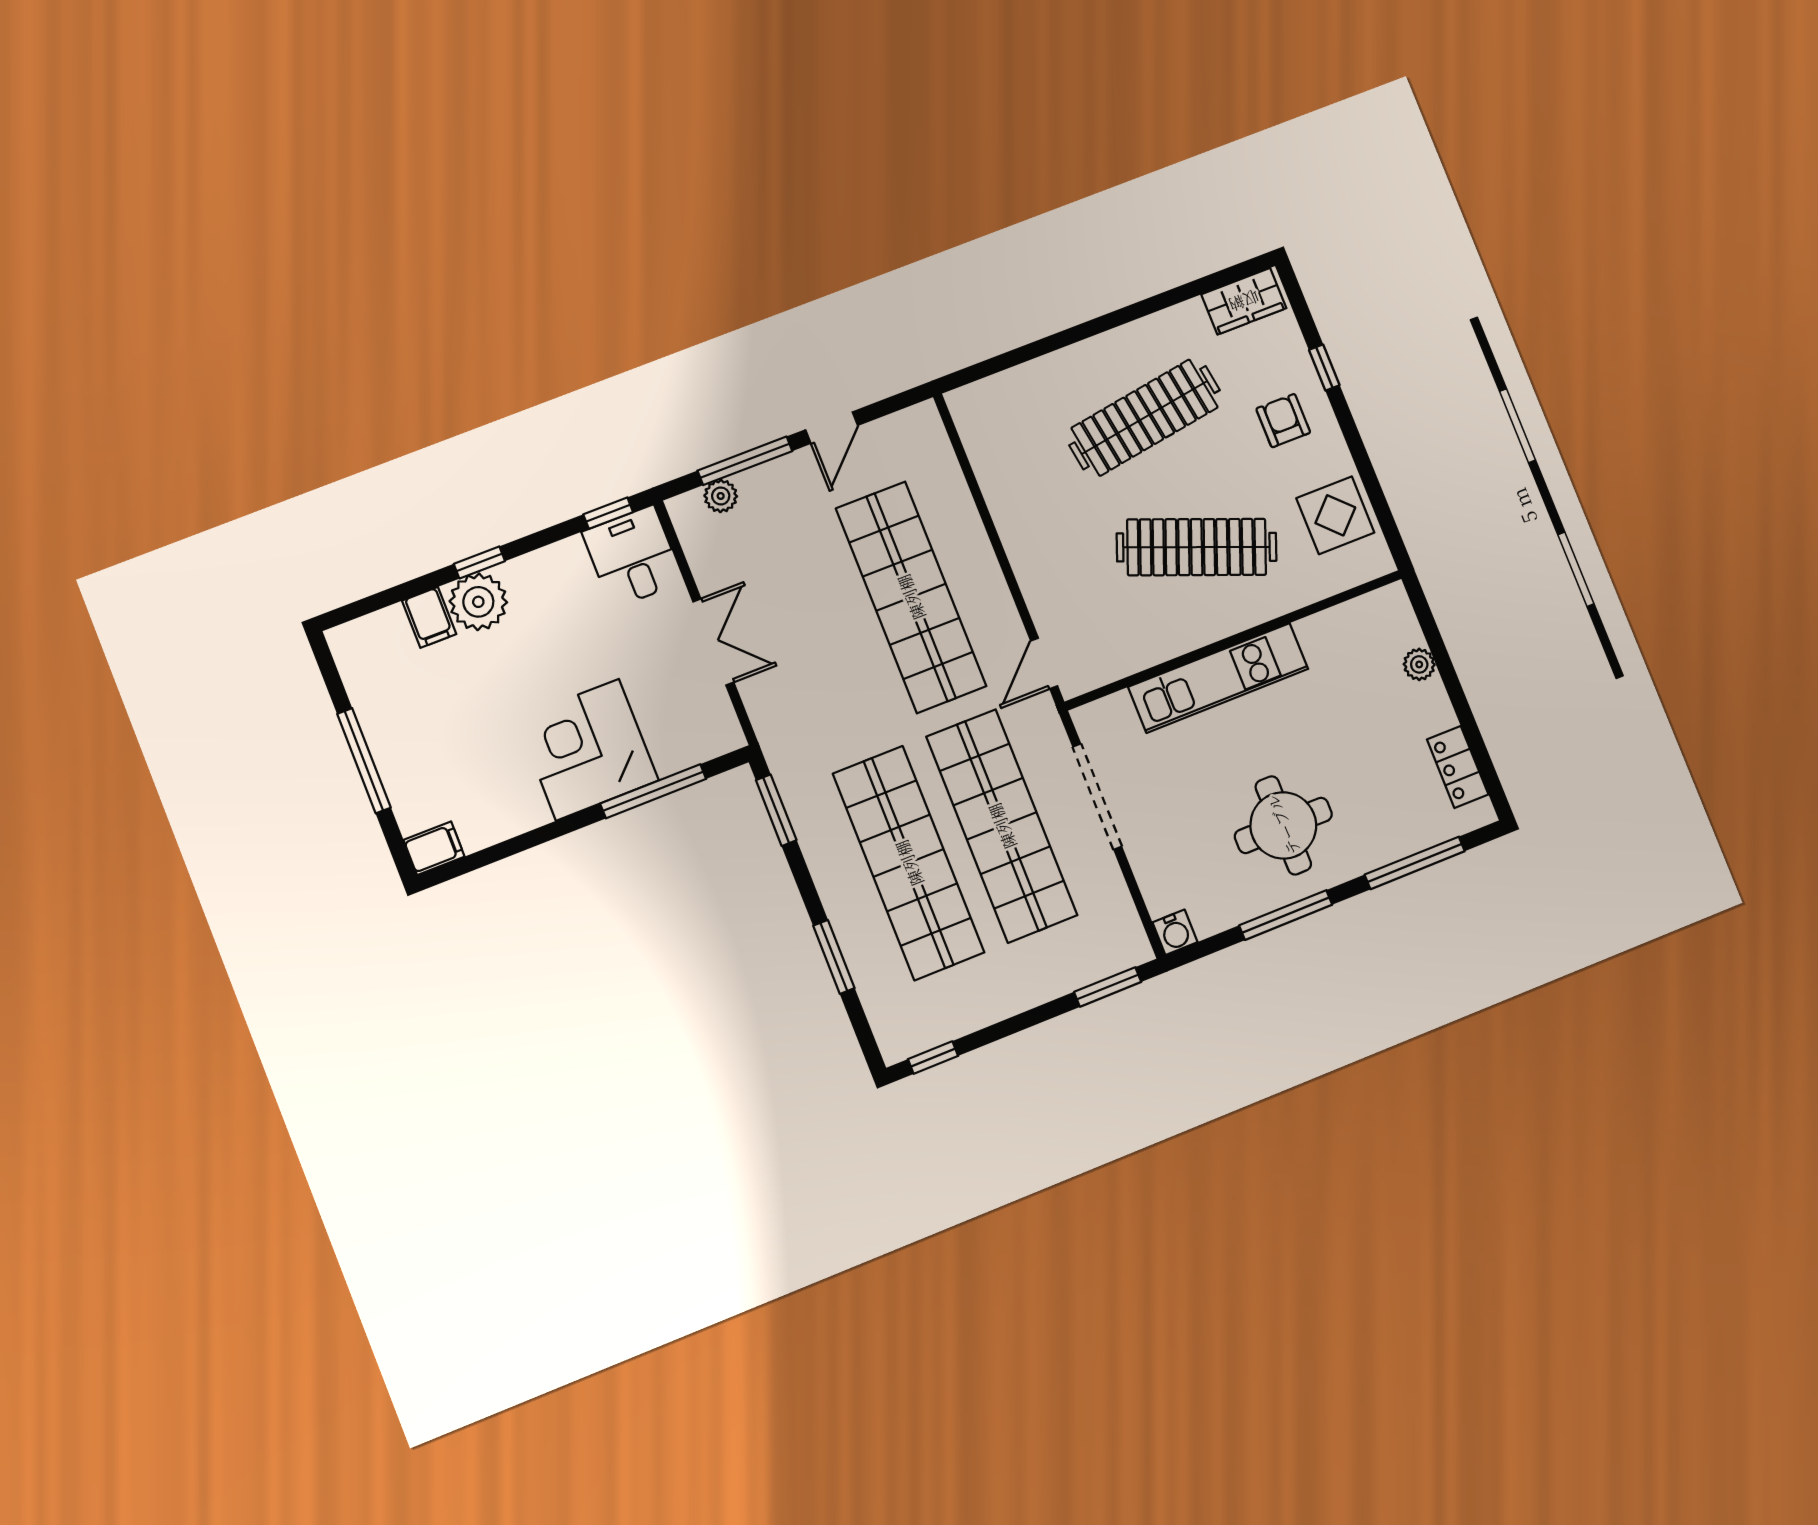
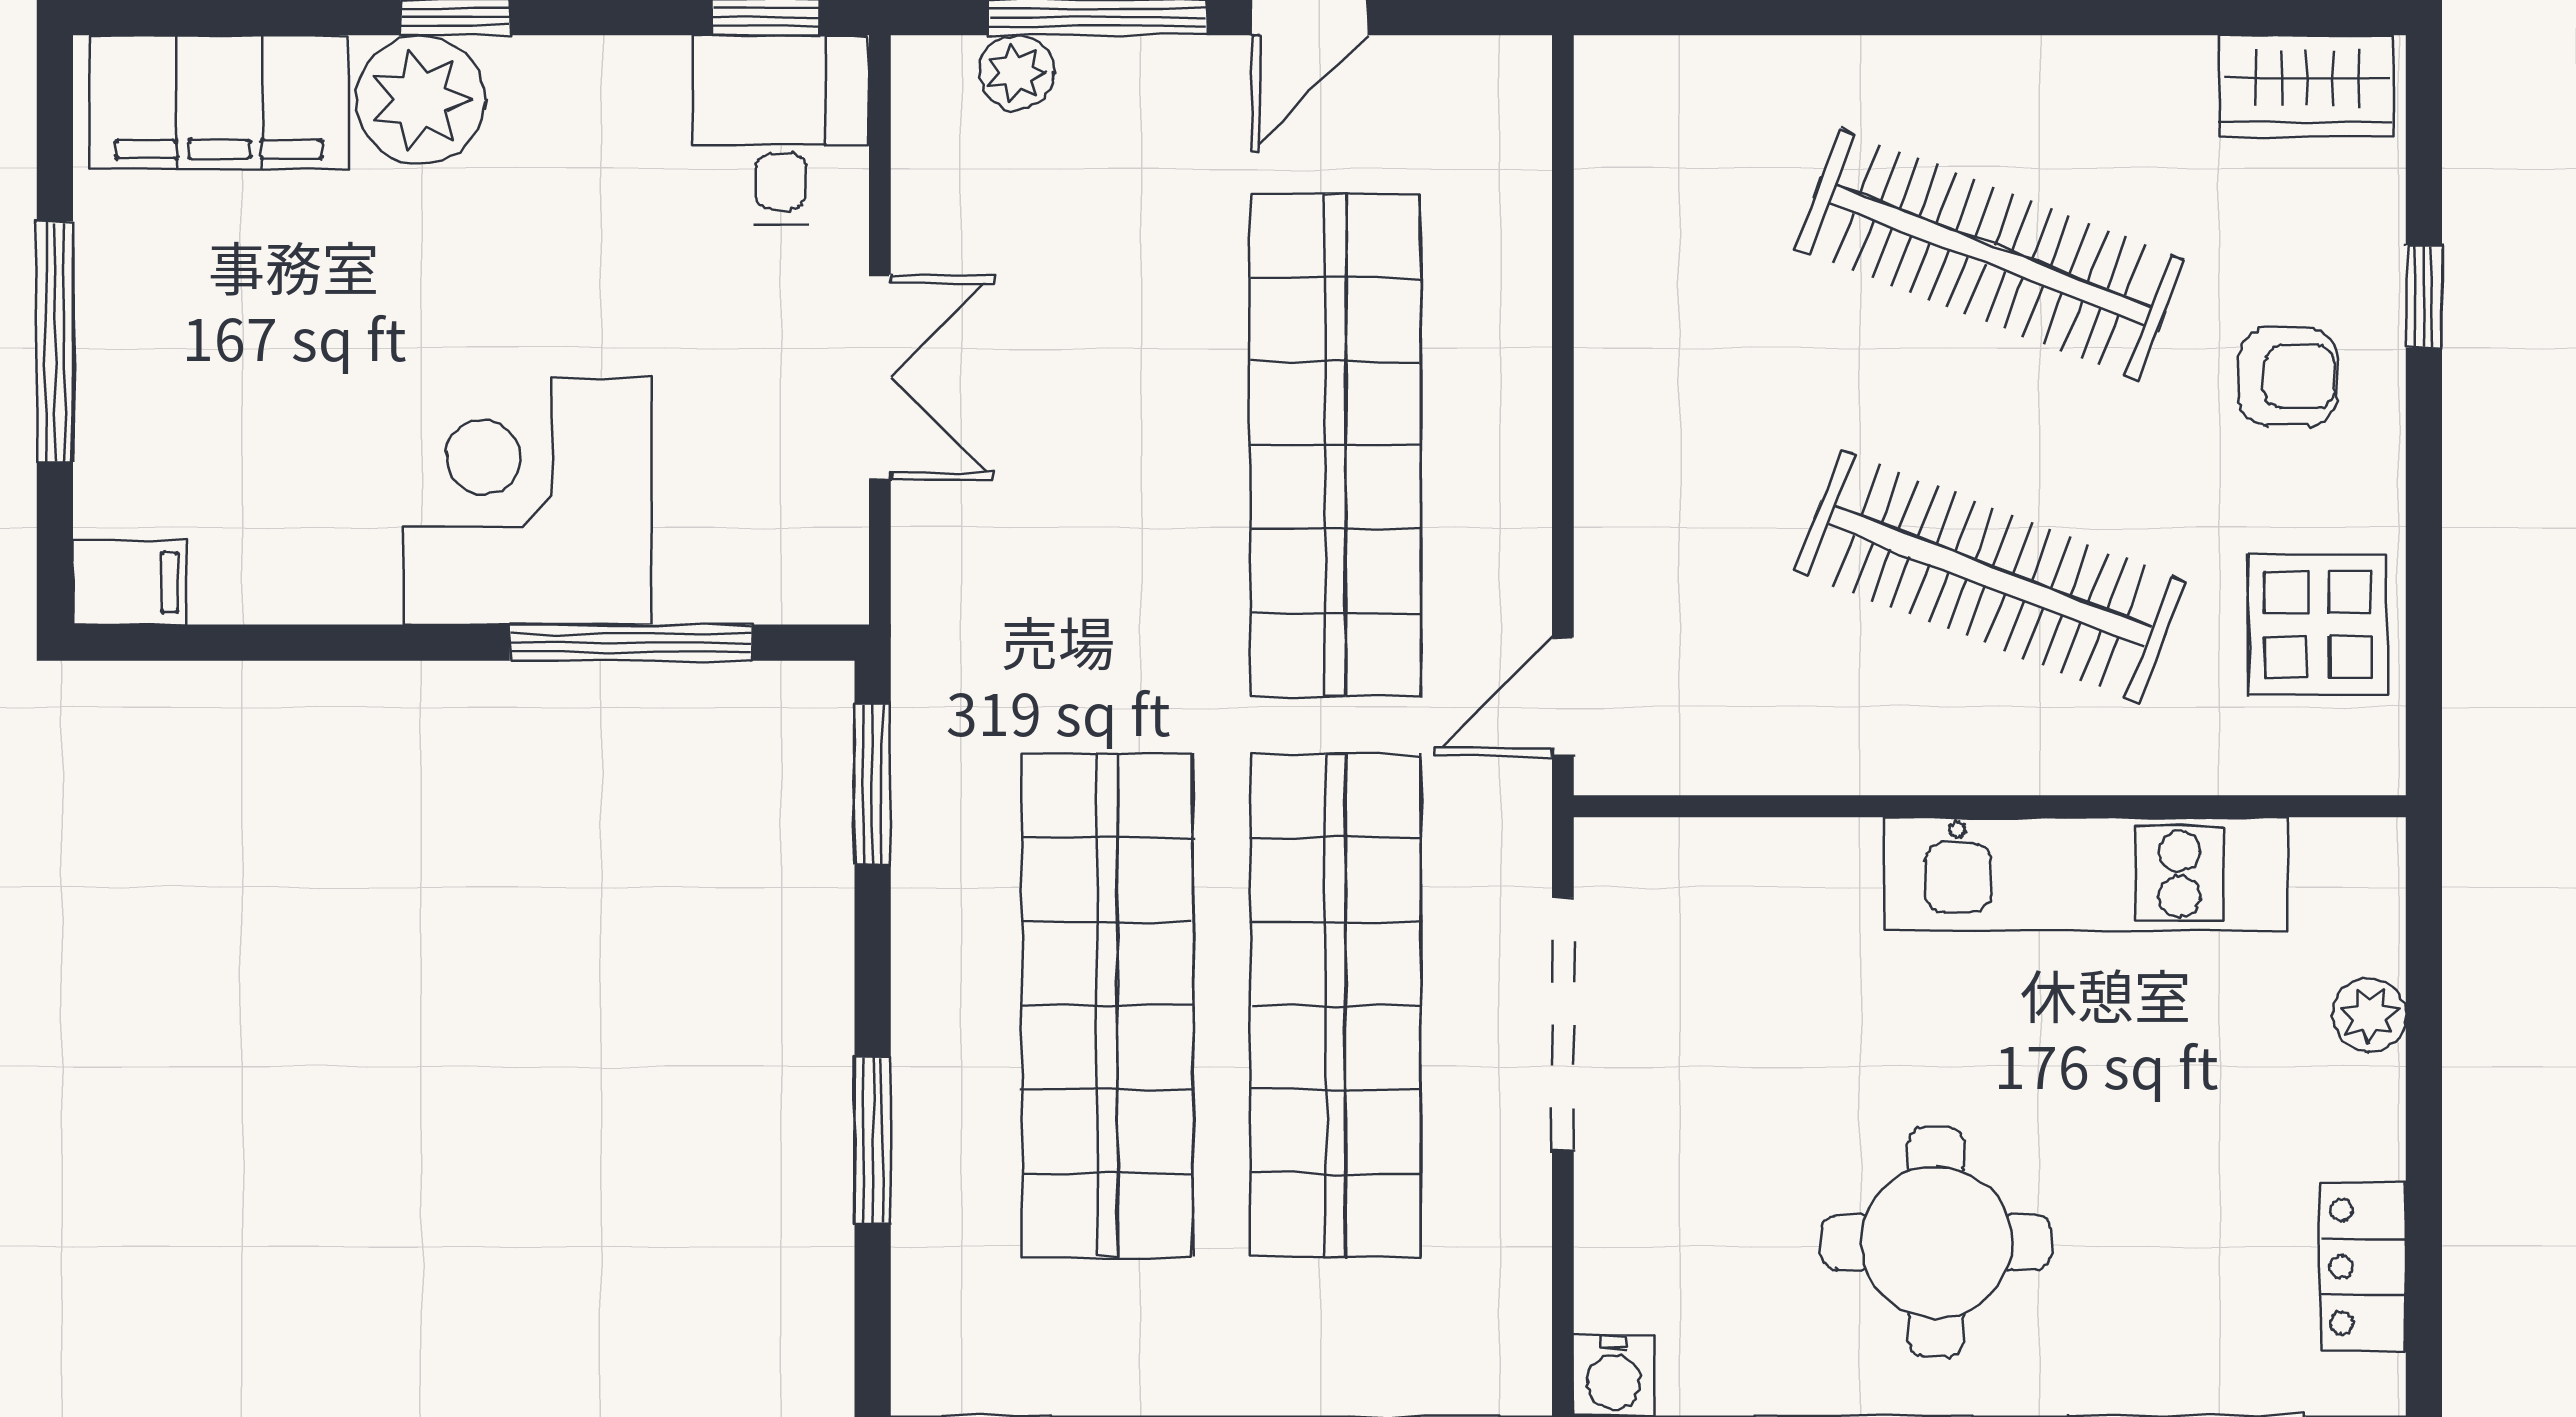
clothes rail: (1145, 418) -> (1990, 255), turned 30
armchair: (1283, 421) -> (2288, 377), turned 90
filing cabinet: (429, 617) -> (219, 102), width x3.00, depth x1.17
kitchen unit: (1218, 678) -> (2087, 874), moved

